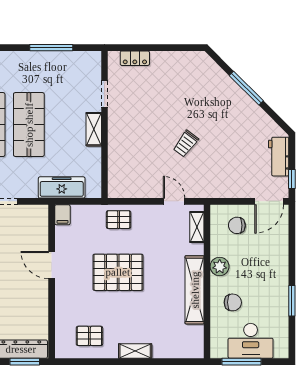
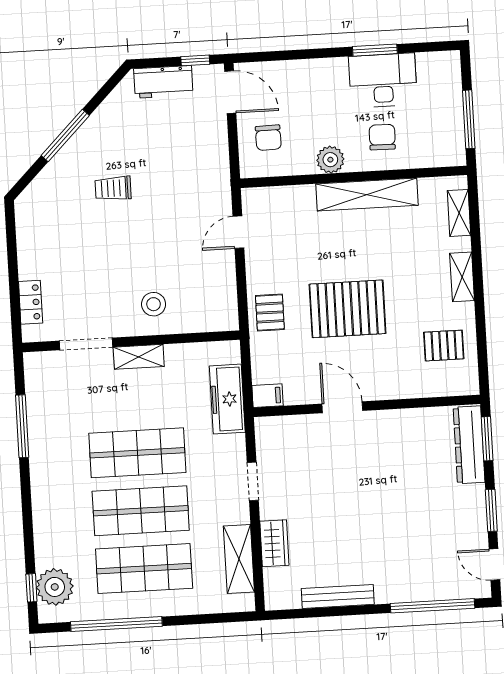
doorway: (105, 94) -> (86, 344), width x1.38
stool: (129, 141) -> (154, 304), added
trolley: (186, 144) -> (113, 188), moved, turned 143
shelving: (197, 227) -> (459, 213), moved, turned 90
door: (52, 265) -> (342, 407), swing flipped
pallet: (118, 272) -> (348, 309), turned 90
pallet: (89, 336) -> (444, 346), turned 90
desk: (251, 341) -> (383, 80), moved, turned -90

